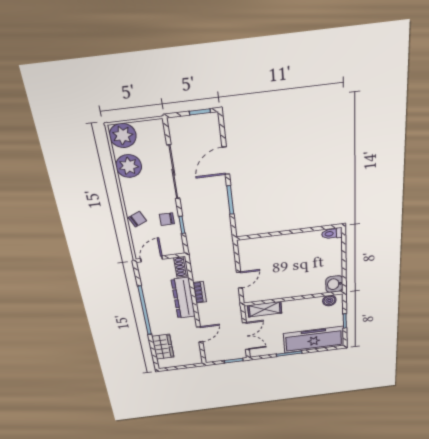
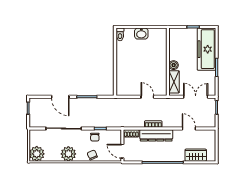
plant: (129, 166) -> (68, 154), moved
washbasin: (334, 284) -> (141, 34), moved
boiler: (329, 301) -> (174, 65), moved

